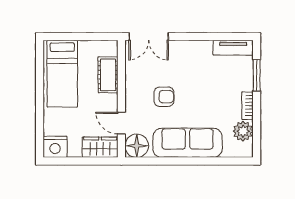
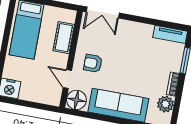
armchair: (164, 97) -> (93, 63), moved, turned 180
wardrobe: (100, 147) -> (46, 96), removed

